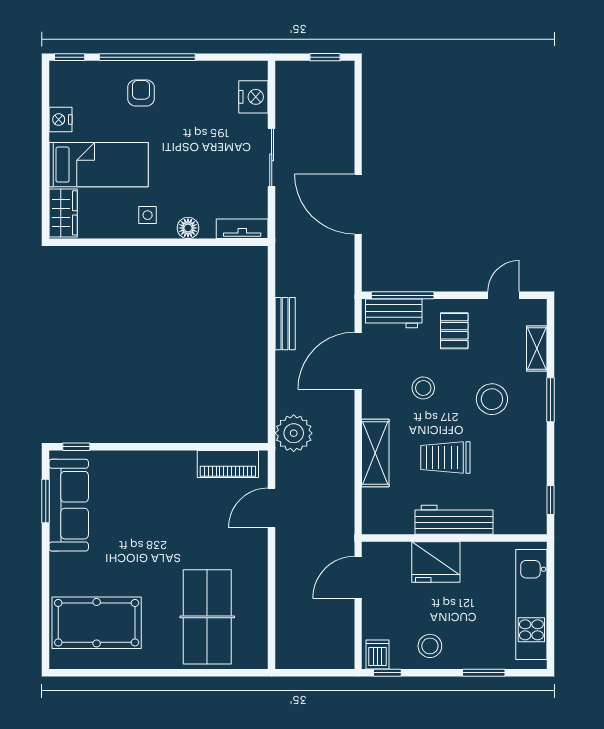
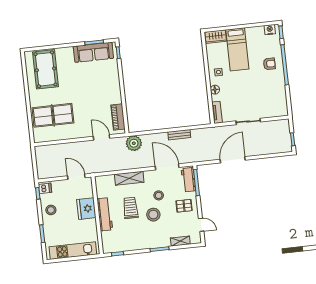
nightstand: (253, 97) -> (273, 111), removed
nightstand: (60, 120) -> (270, 30), moved
stool: (492, 399) -> (153, 215), moved

